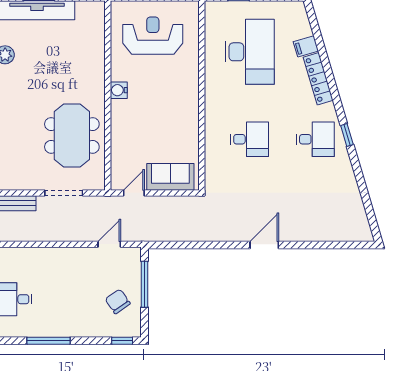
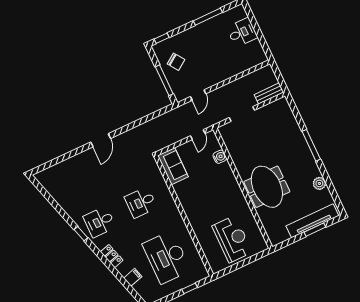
reception desk: (153, 36) -> (232, 239), turned -90
locker: (318, 79) -> (112, 256), width x0.66
water cooler: (119, 90) -> (220, 157), moved
meeting table: (72, 135) -> (267, 187), moved
sofa: (170, 177) -> (173, 166), moved, turned -90

